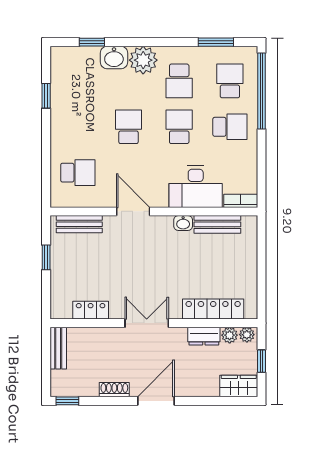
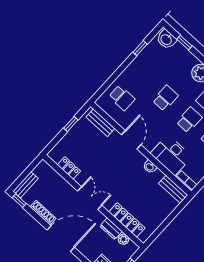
washbasin: (114, 57) -> (166, 39), moved
bench: (217, 224) -> (173, 189), moved
plant: (247, 335) -> (132, 246), removed
bench: (58, 348) -> (26, 185), moved
shoe rack: (114, 390) -> (43, 213), width x1.43
door: (156, 401) -> (61, 239), width x1.36

